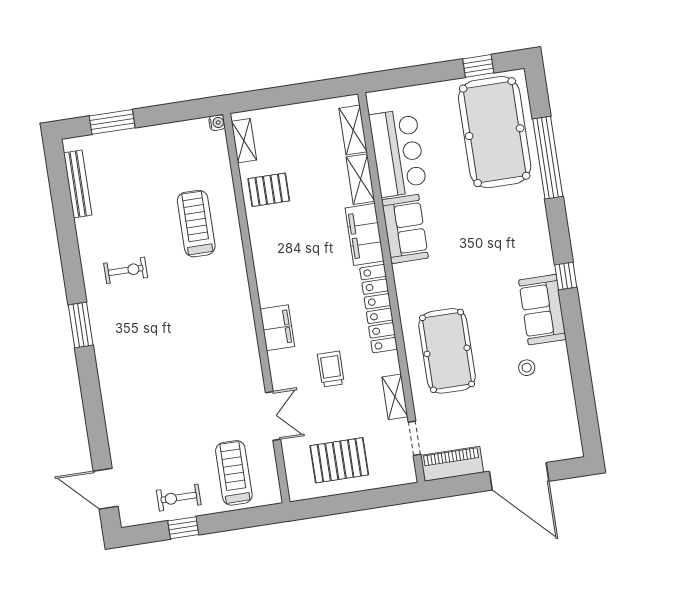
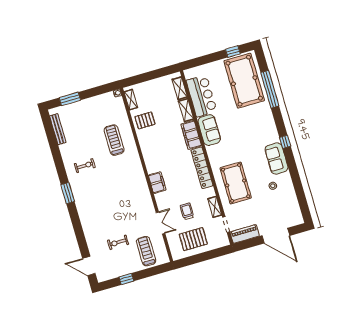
trolley: (331, 369) -> (187, 211), moved
exercise bike: (179, 498) -> (118, 242), moved

